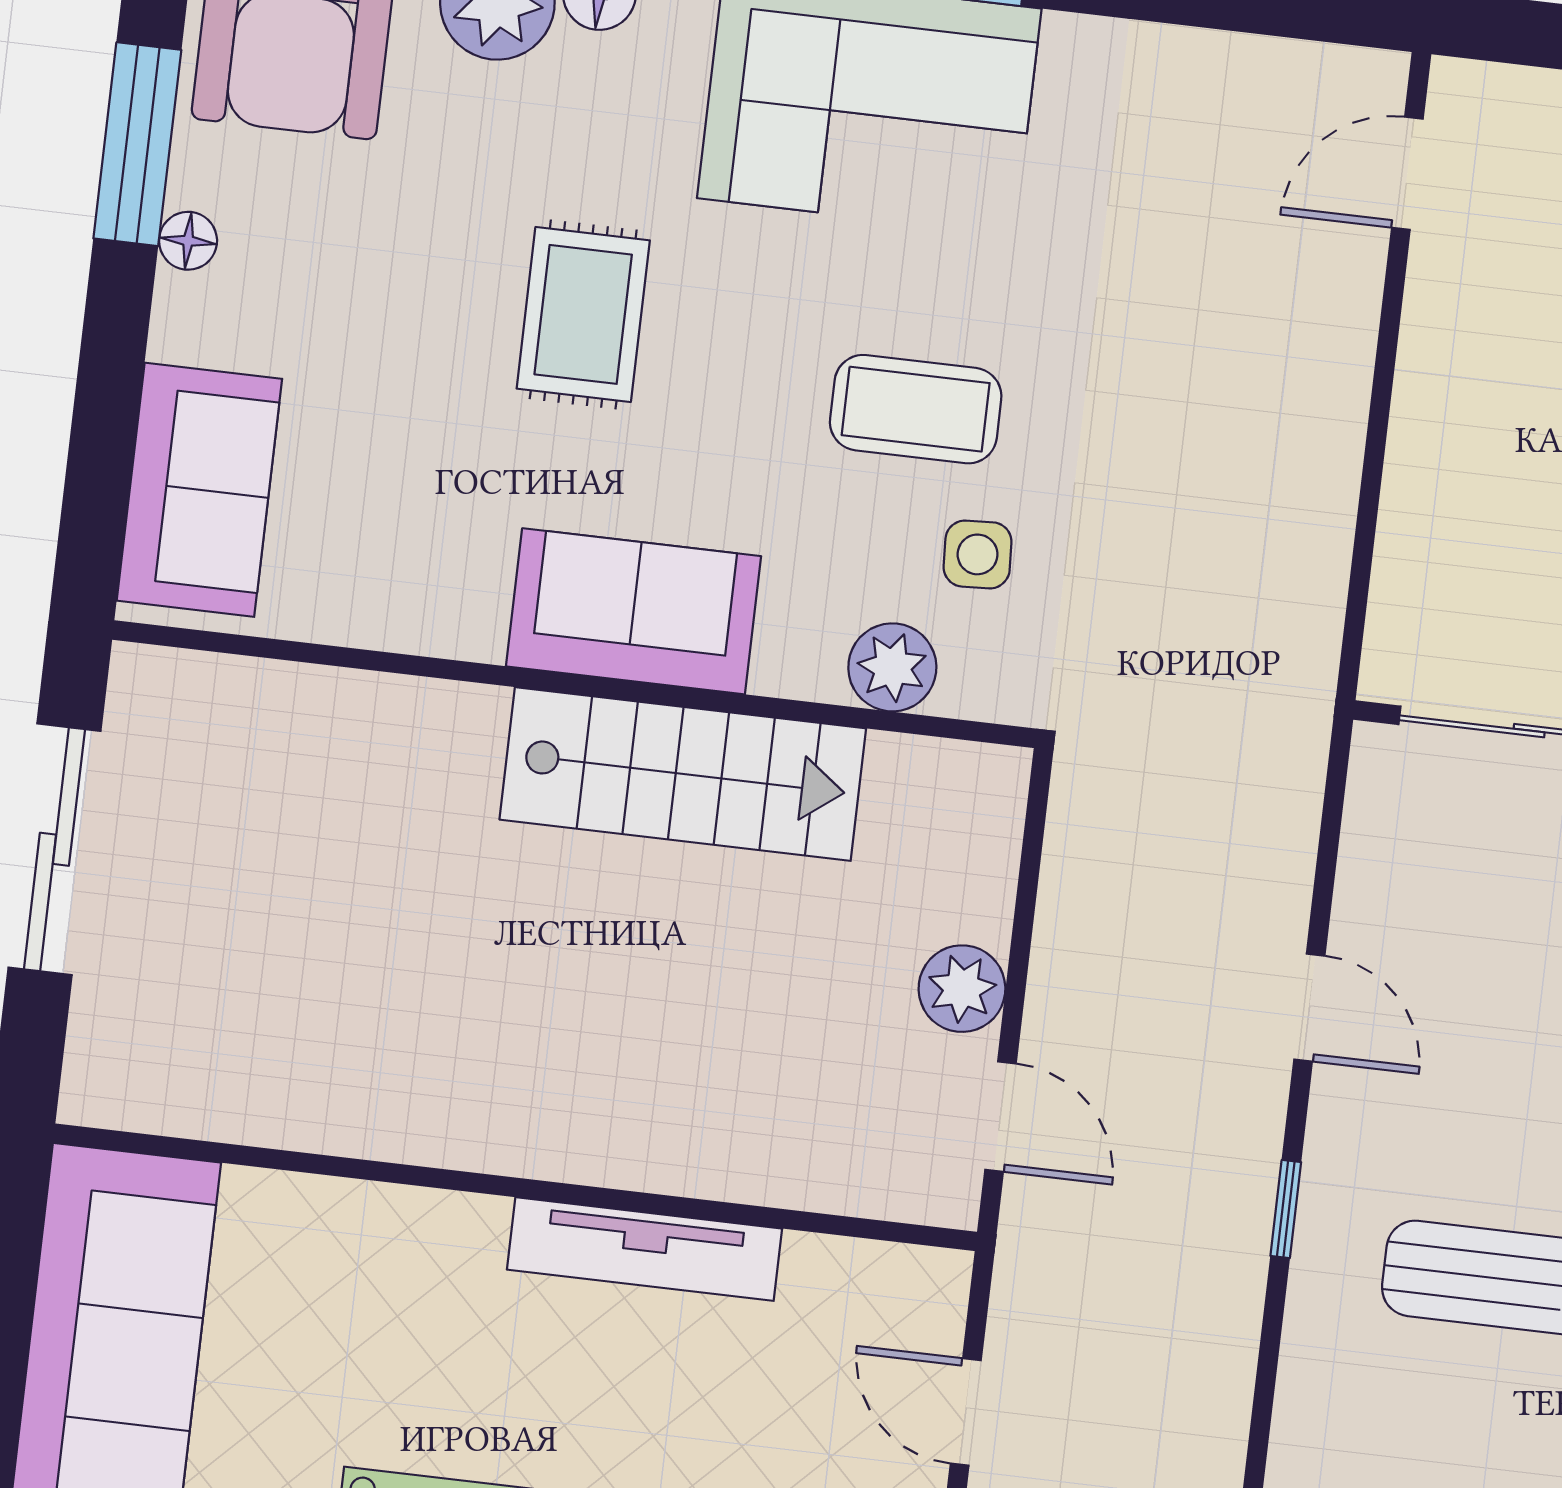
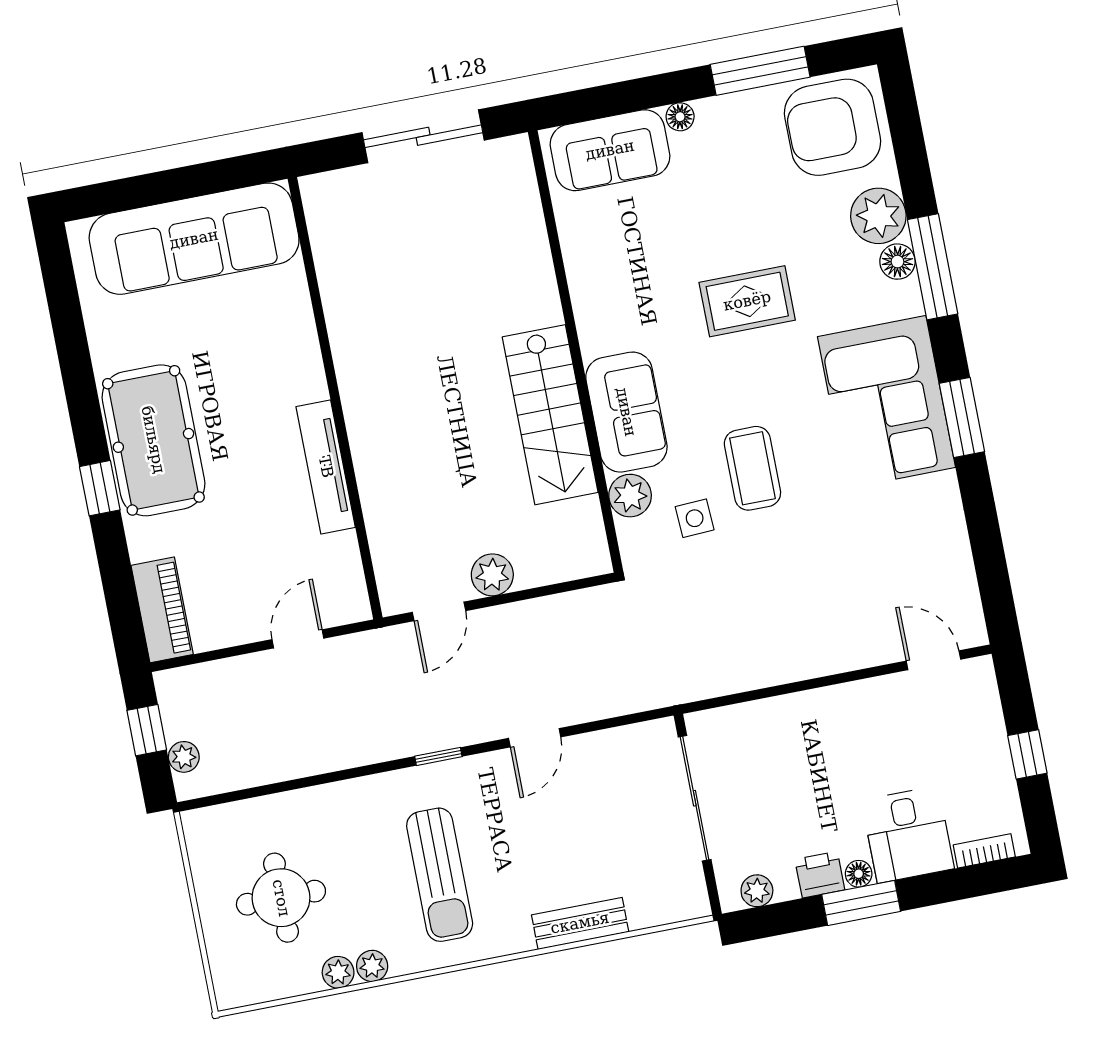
floor lamp: (188, 241) -> (680, 117), moved
sofa: (634, 611) -> (626, 412), moved

